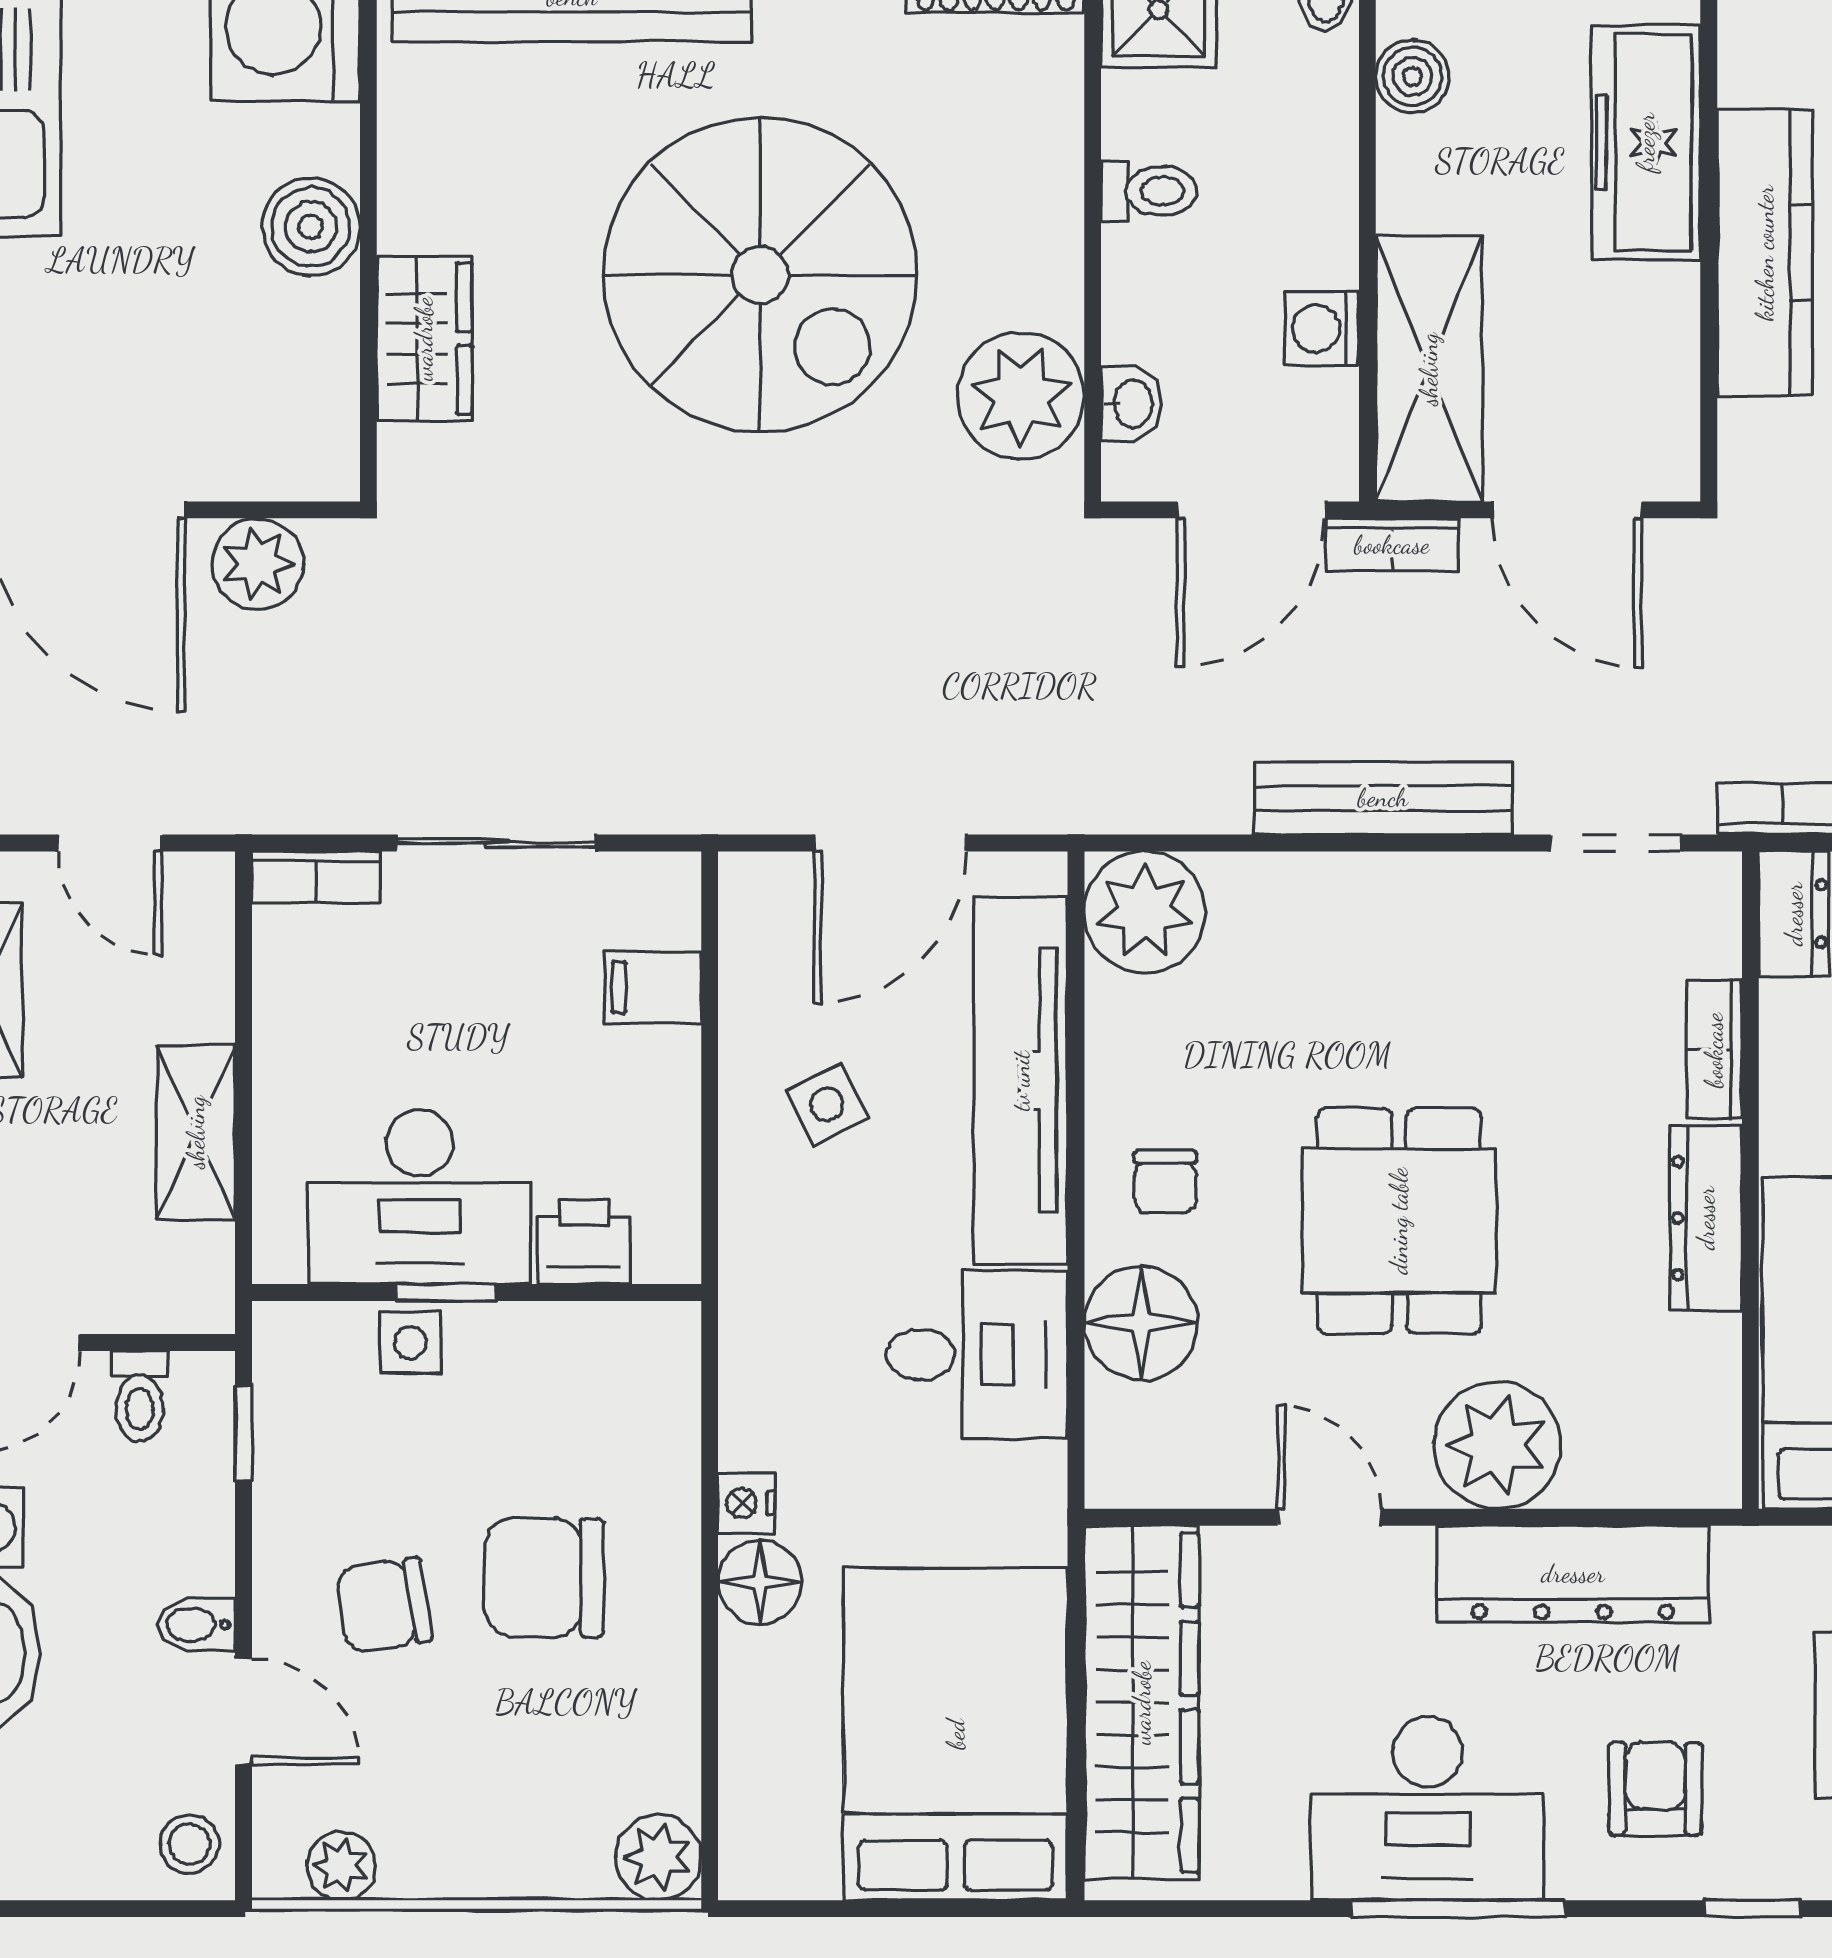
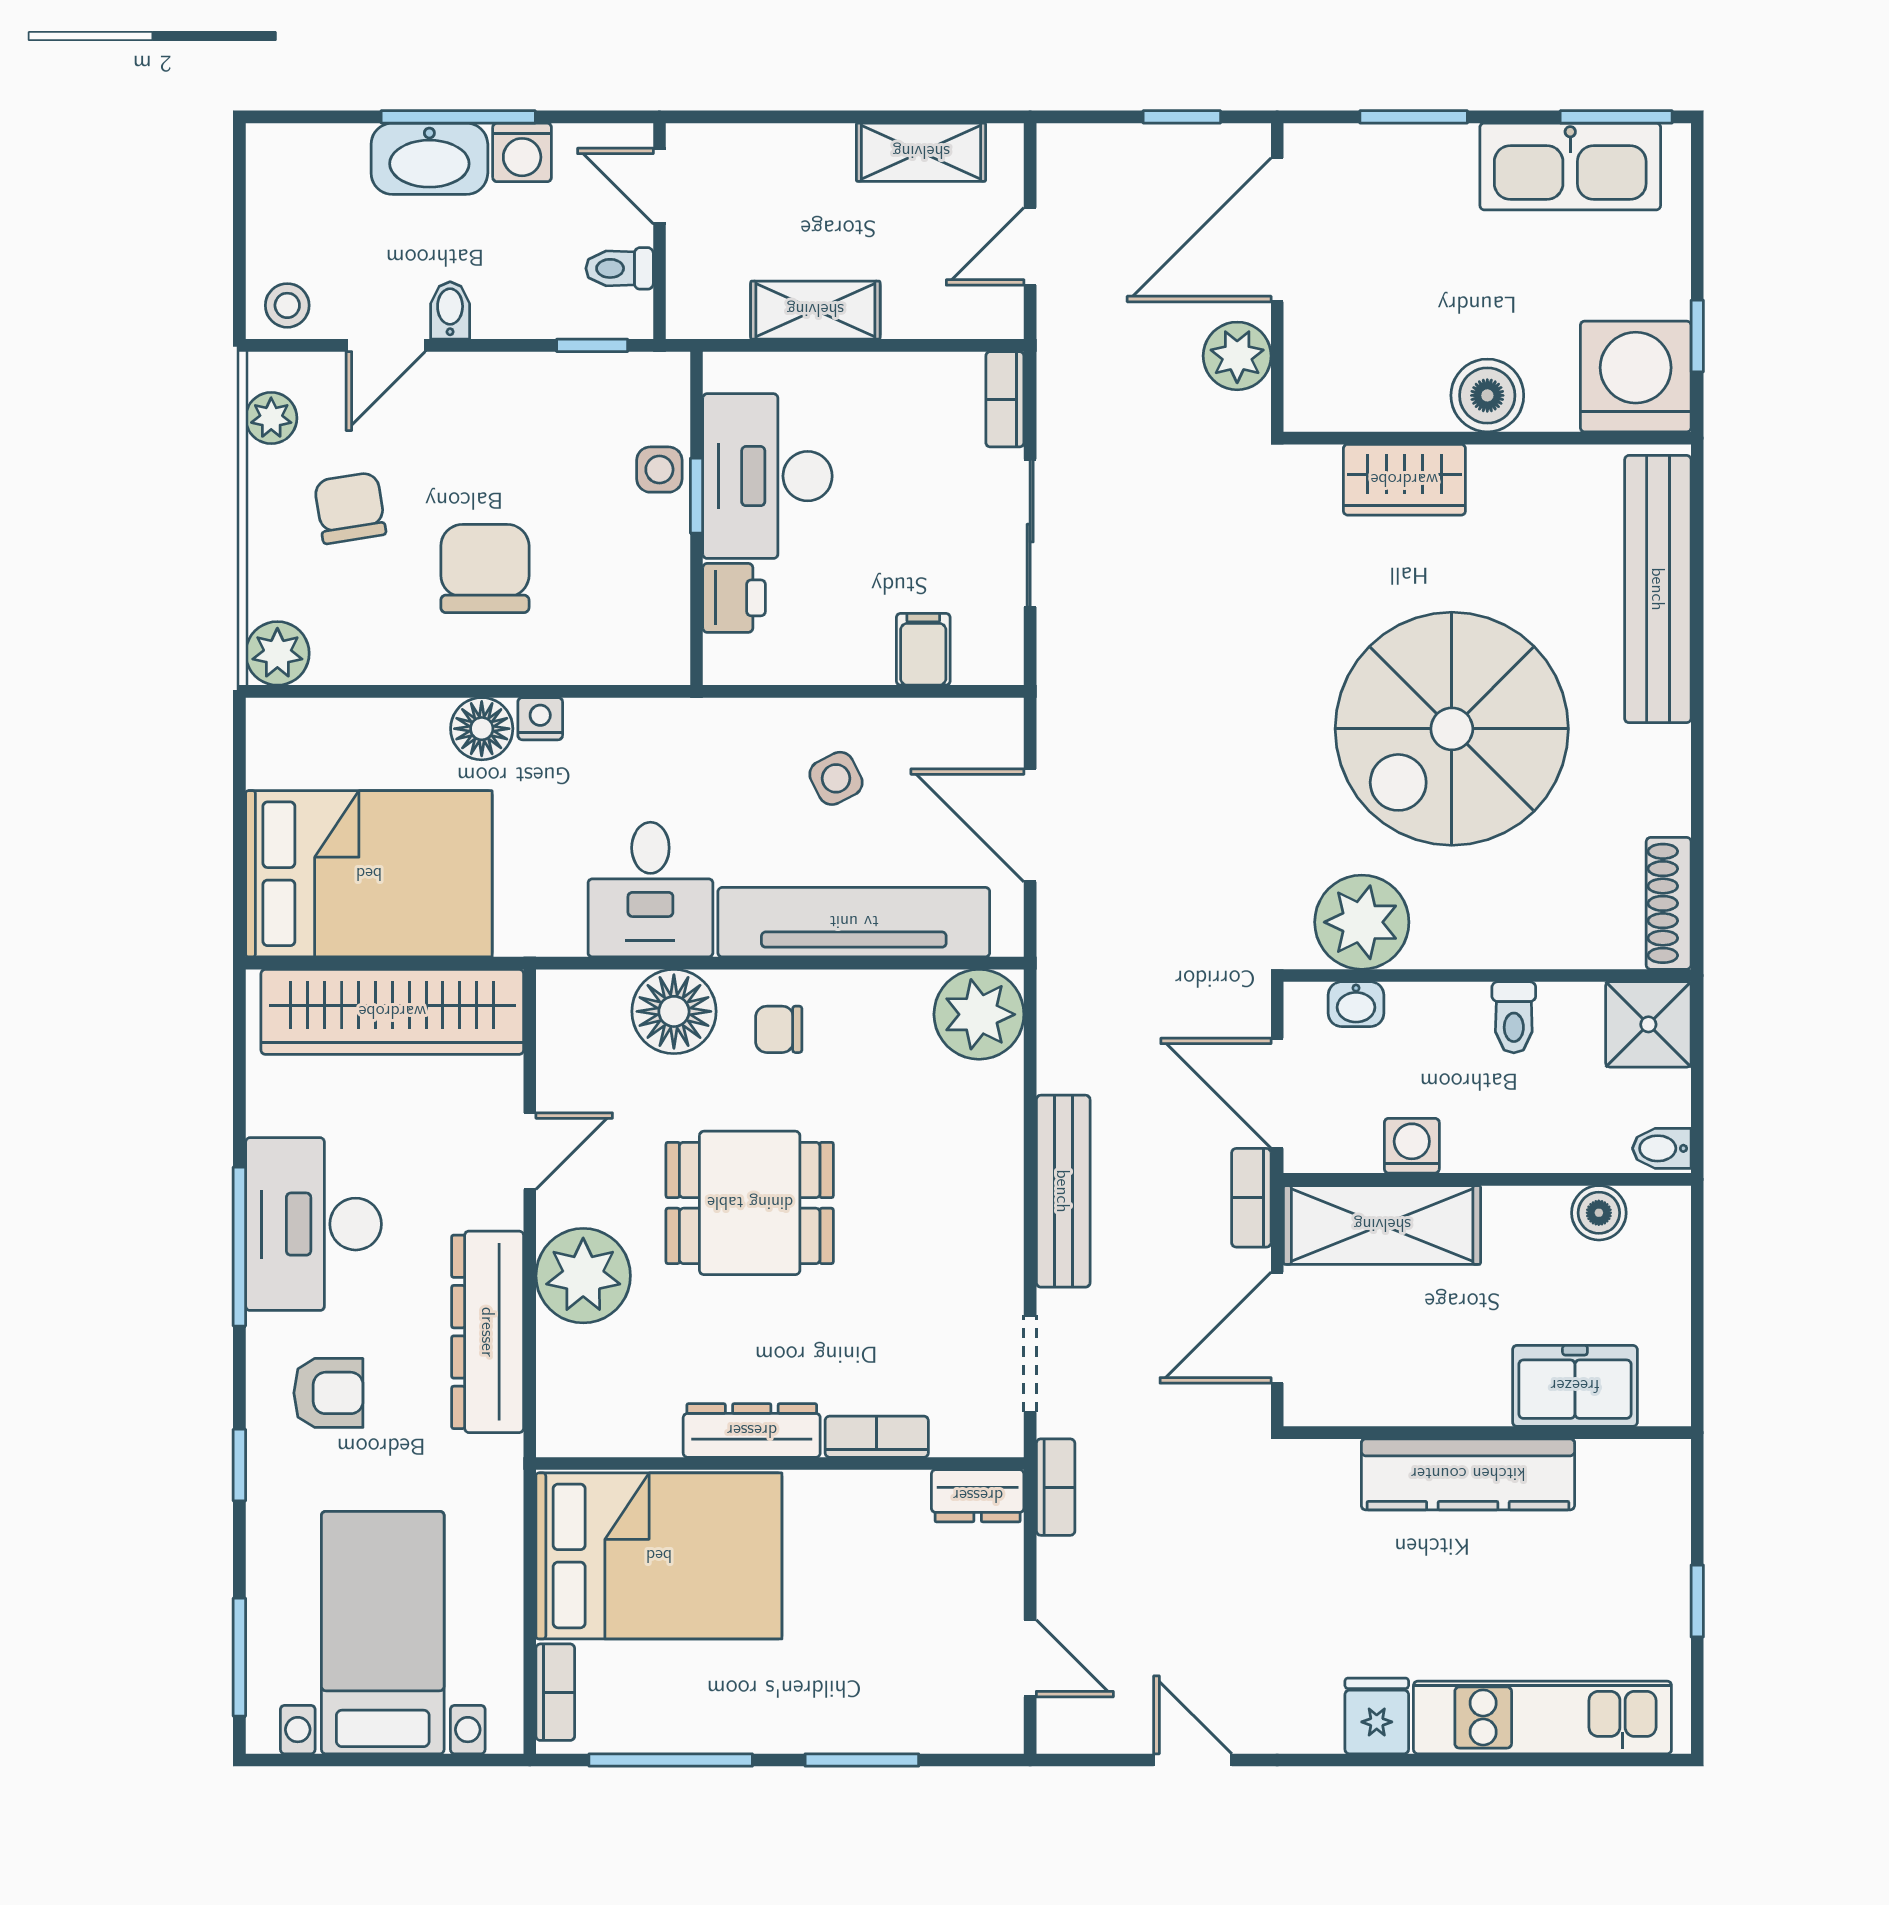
freezer: (1646, 142) -> (1575, 1386), width x0.71
chair: (384, 1605) -> (350, 508), moved

